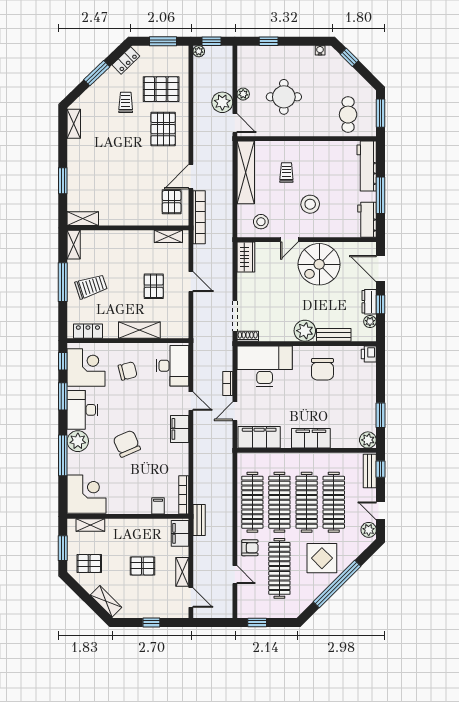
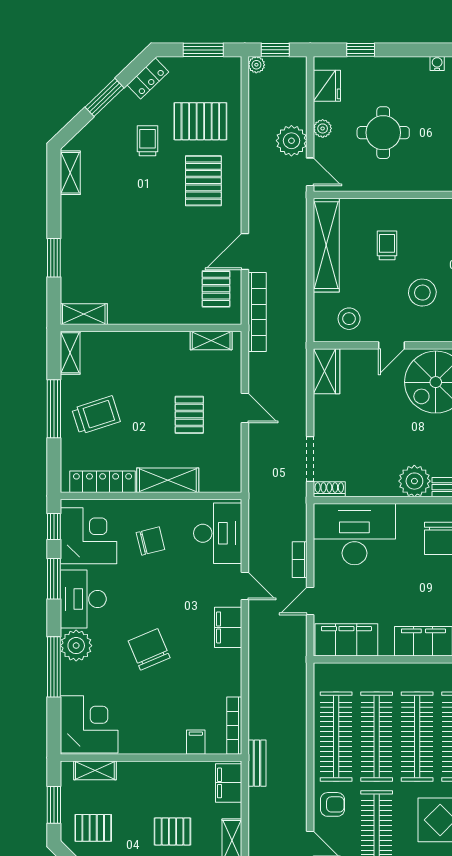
fridge: (246, 65) -> (327, 86), added
locker: (88, 331) -> (103, 482), width x1.53

